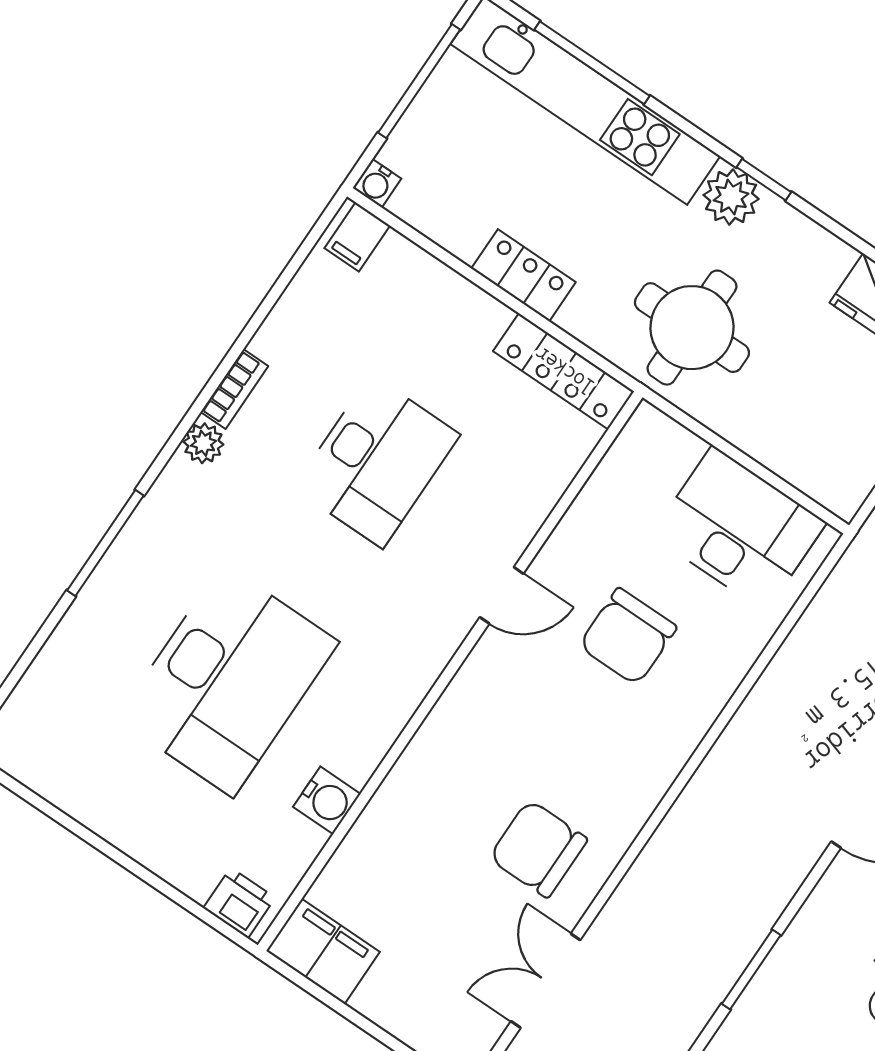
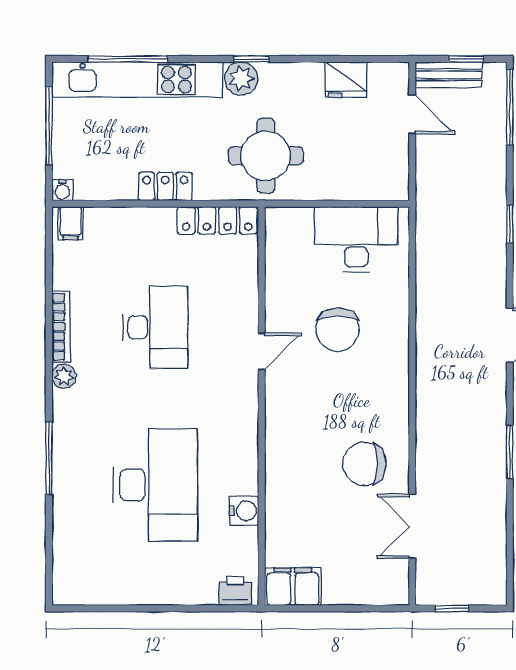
bookcase: (234, 389) -> (61, 327), width x1.56

